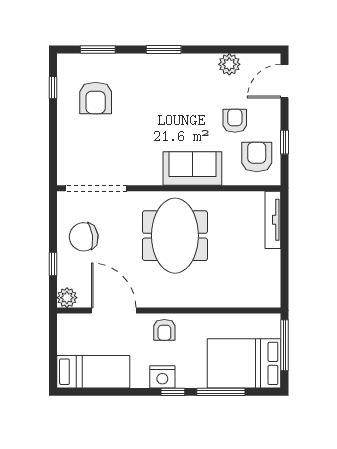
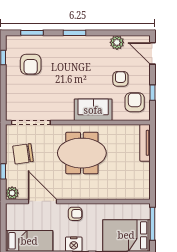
door: (284, 81) -> (153, 53), hinge flipped
meeting table: (175, 236) -> (82, 153), turned 90
armchair: (164, 330) -> (75, 214), turned -90

